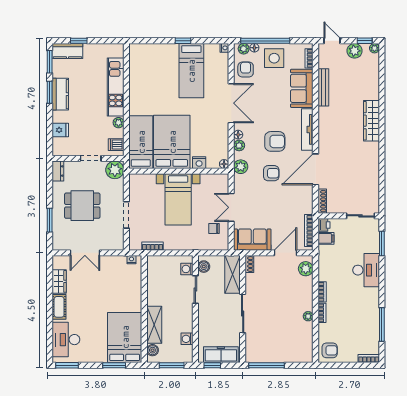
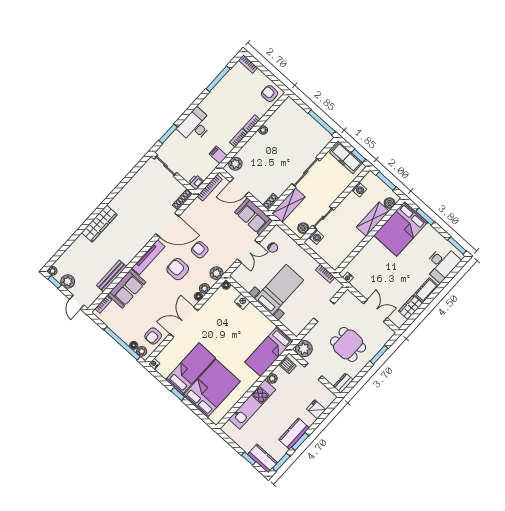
side table: (274, 58) -> (127, 326), removed
bed: (172, 142) -> (212, 388), moved, turned 180
filing cabinet: (326, 238) -> (218, 155), moved

